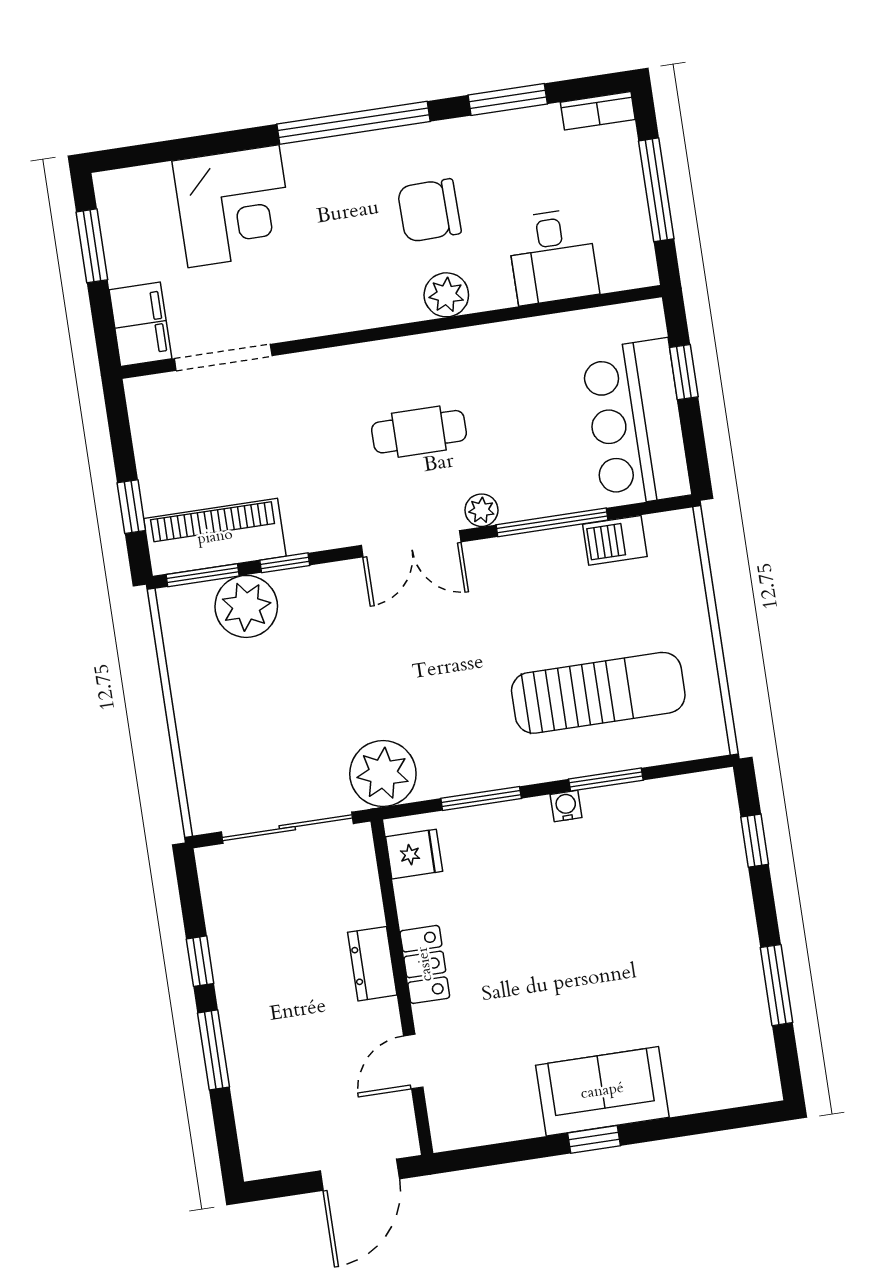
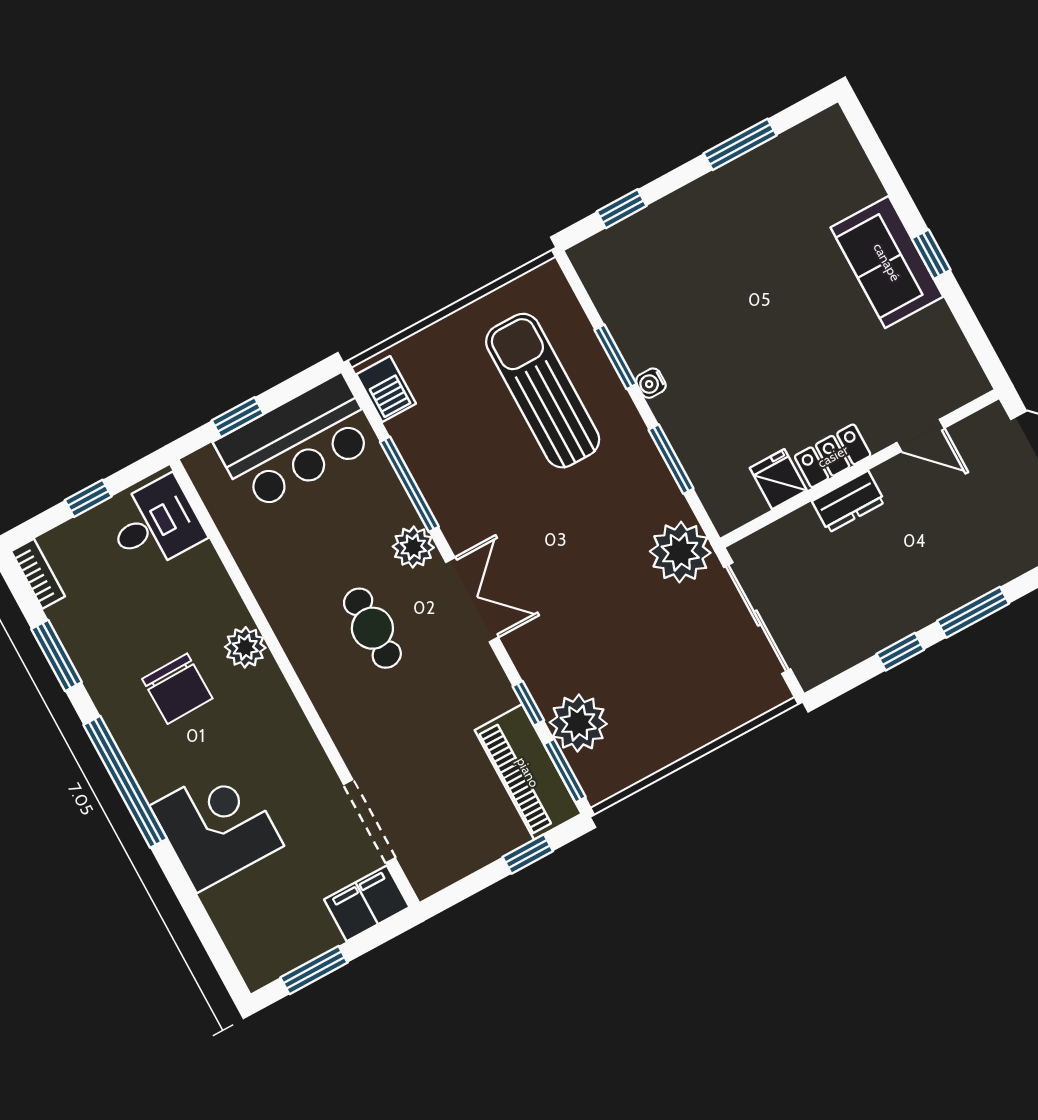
window: (656, 190) -> (88, 498), width x0.46
corner desk: (233, 206) -> (217, 826), moved
desk: (553, 257) -> (155, 524), moved
plant: (481, 510) -> (413, 547), width x1.38, depth x1.38
barbecue: (615, 540) -> (386, 389), moved
fridge: (414, 854) -> (778, 479), moved

